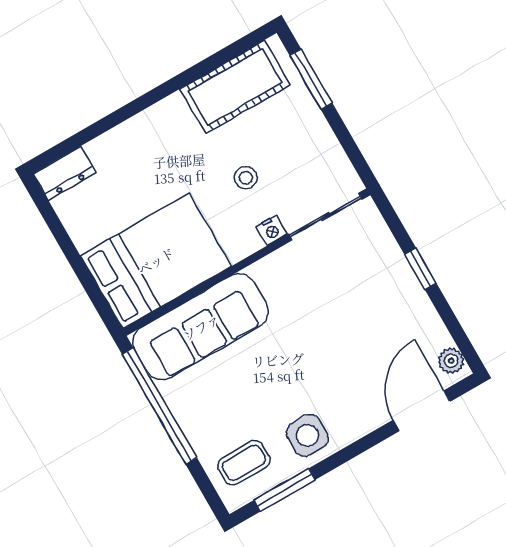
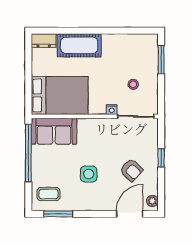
cot: (235, 87) -> (79, 45), moved
stool: (246, 178) -> (133, 84), moved
armchair: (377, 325) -> (131, 170), added
sofa: (201, 327) -> (54, 131), width x0.73
side table: (307, 435) -> (89, 174), moved

